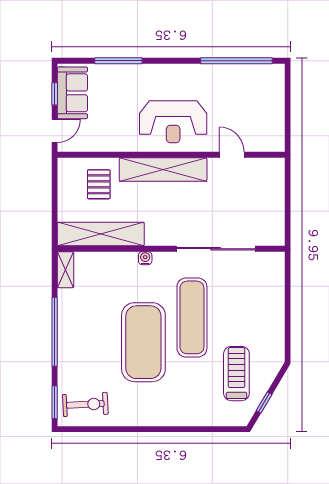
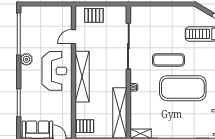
plant: (193, 74) -> (26, 59), added
pallet: (99, 184) -> (85, 126), moved
pallet: (268, 190) -> (94, 15), added
exercise mat: (192, 317) -> (168, 60), width x0.73, depth x0.69

